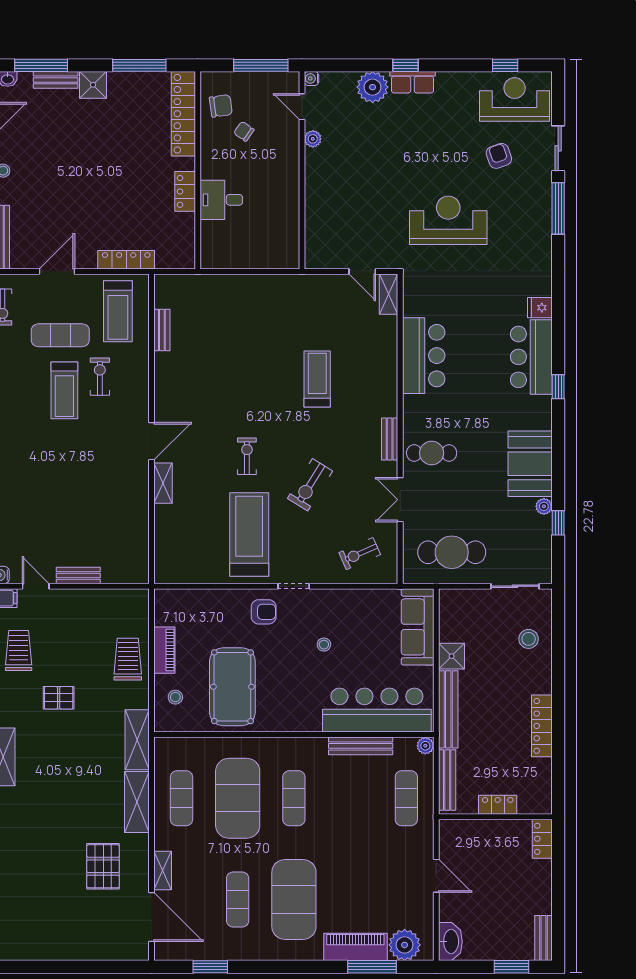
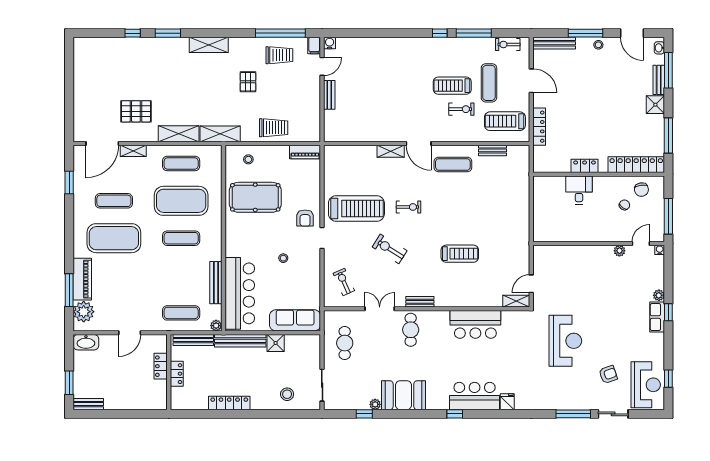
plant: (373, 87) -> (659, 295), width x0.53, depth x0.53
exercise mat: (183, 389) -> (453, 164), added
cafe table: (452, 552) -> (345, 343), width x0.73, depth x0.74
piano: (164, 650) -> (305, 152), moved
locker: (542, 839) -> (161, 366), moved, turned -90

